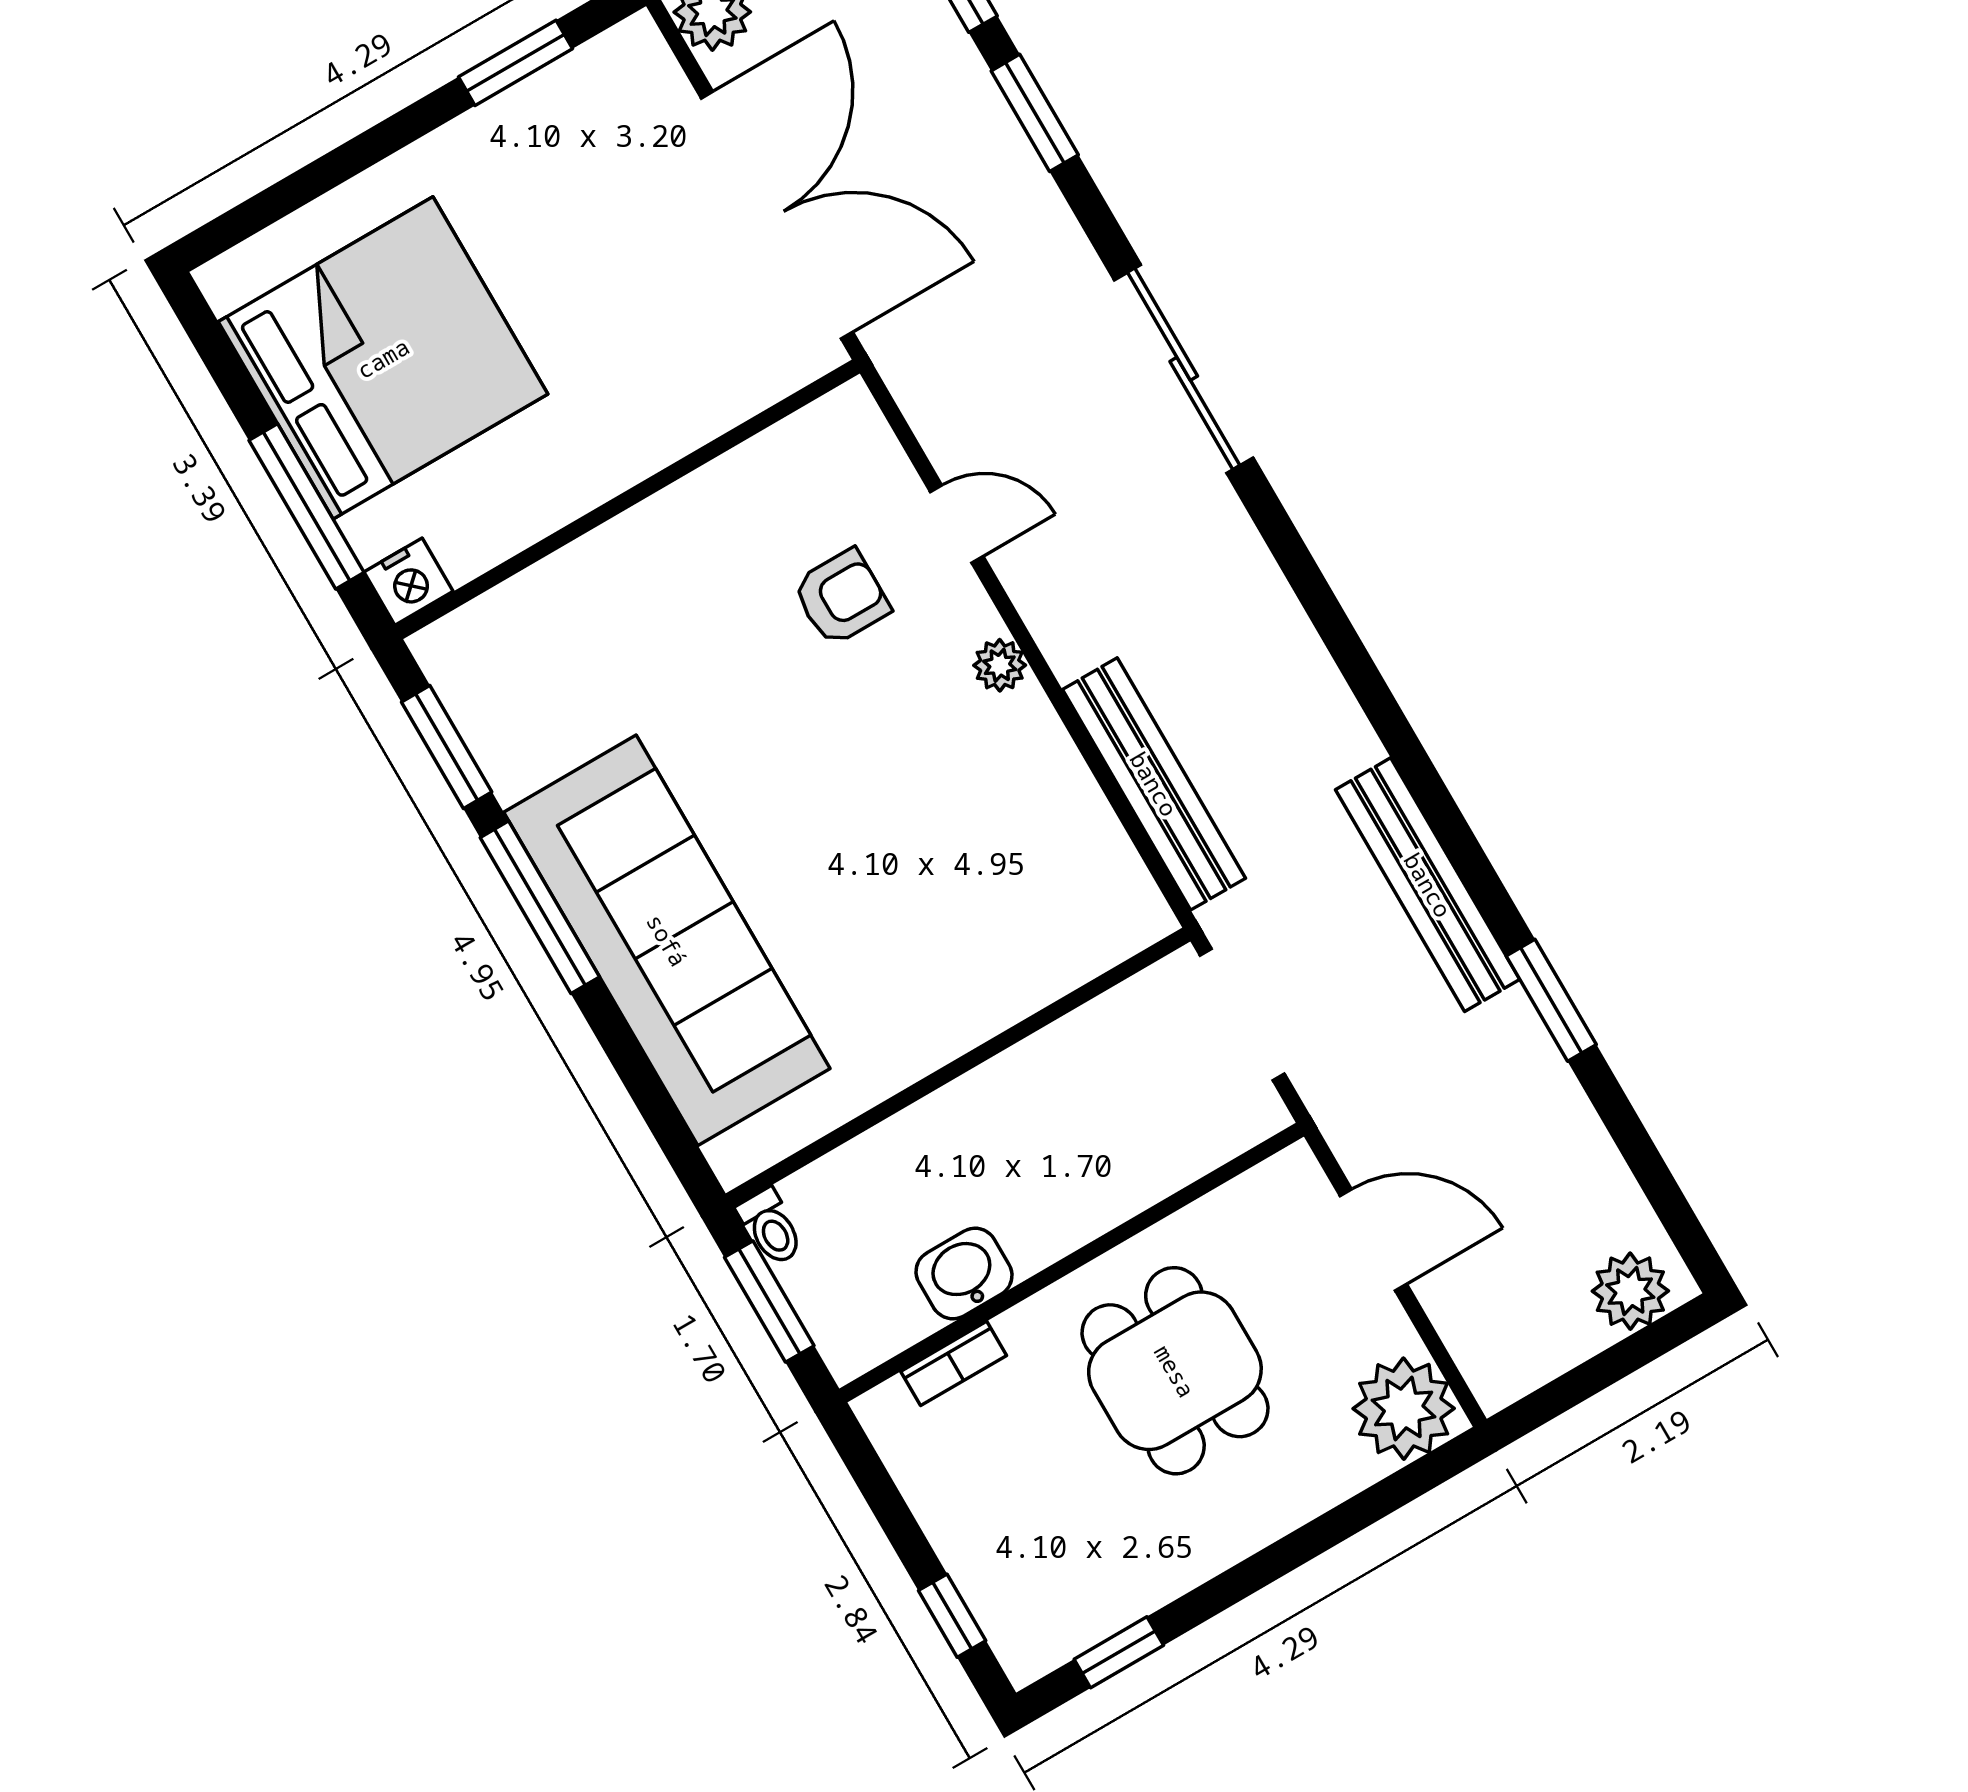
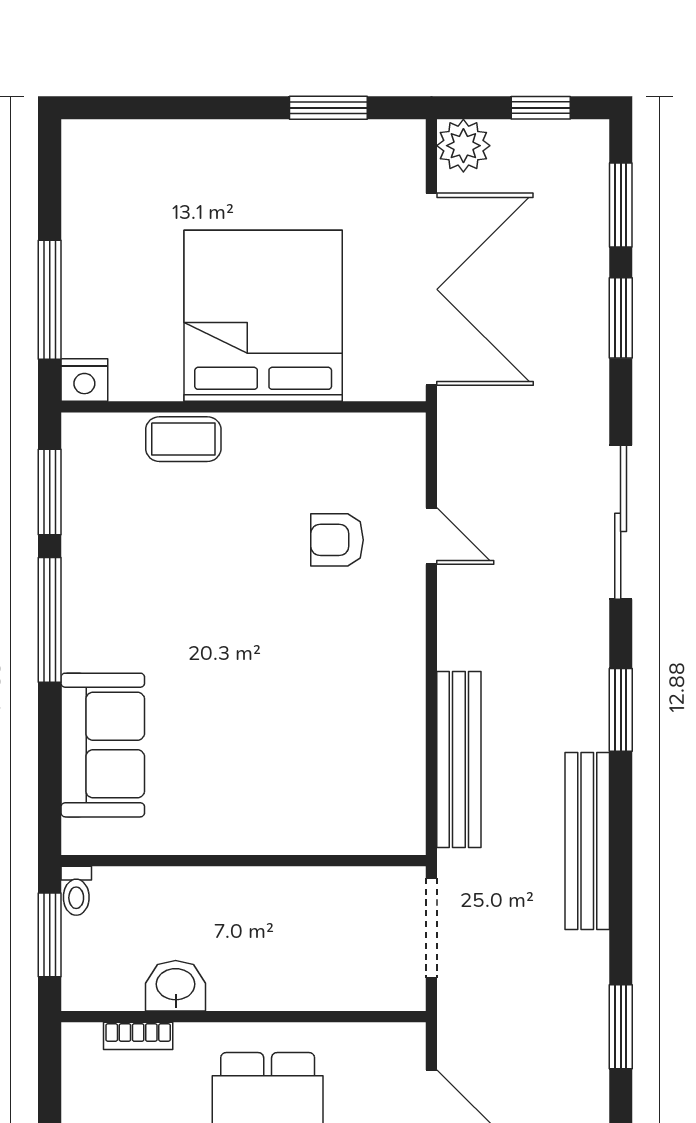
bed: (383, 358) -> (263, 316), moved, turned -90
coffee table: (575, 583) -> (183, 439), added
armchair: (841, 598) -> (337, 540), turned 180
window: (1320, 604) -> (621, 710), added
plant: (1000, 665) -> (408, 635), removed
bench: (1428, 885) -> (587, 841), moved
sofa: (667, 940) -> (103, 745), width x0.54, depth x0.79

